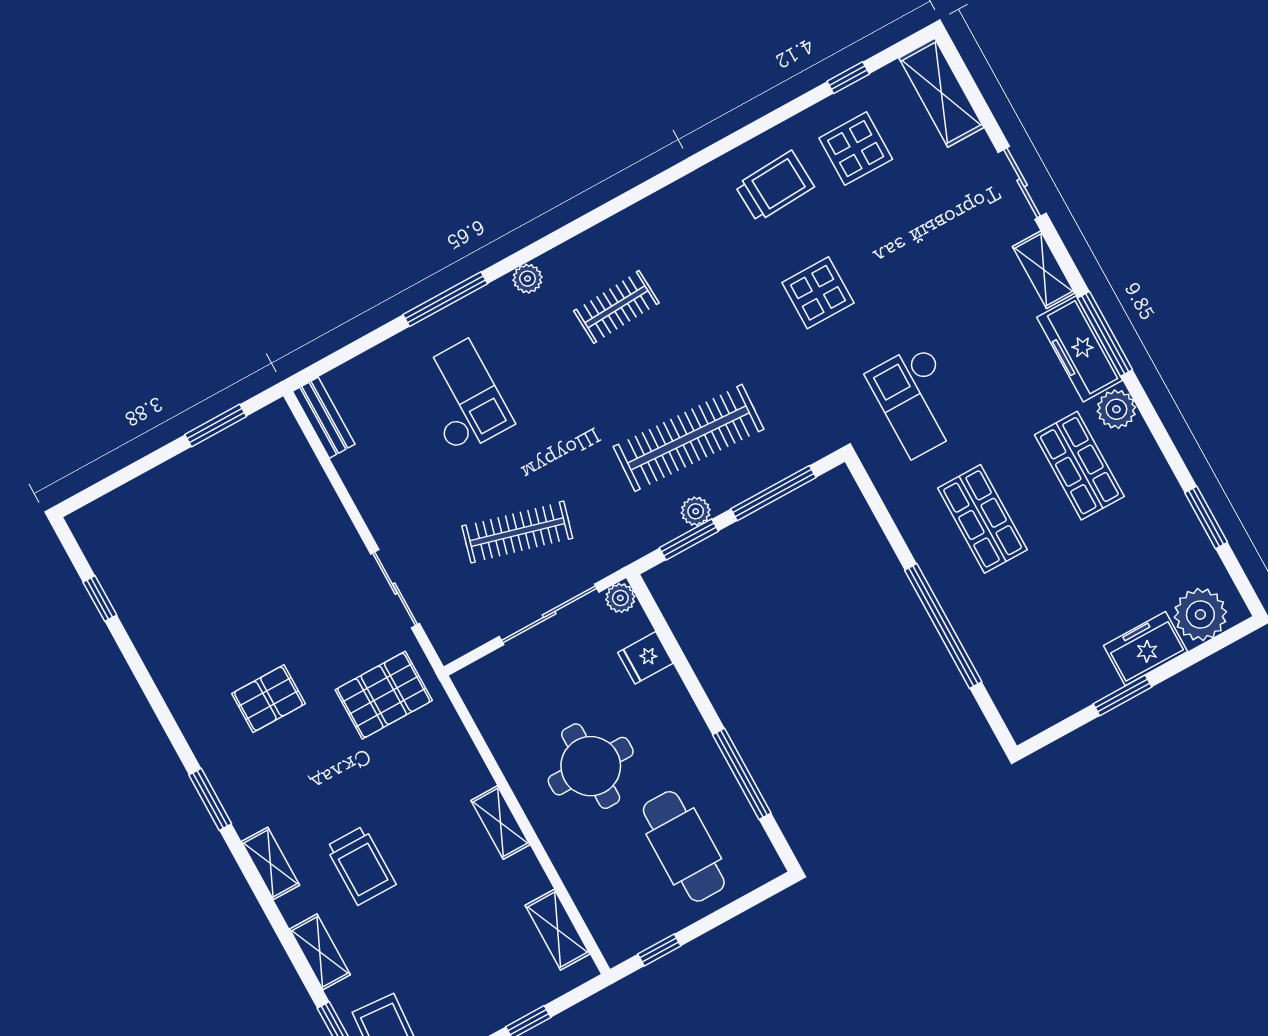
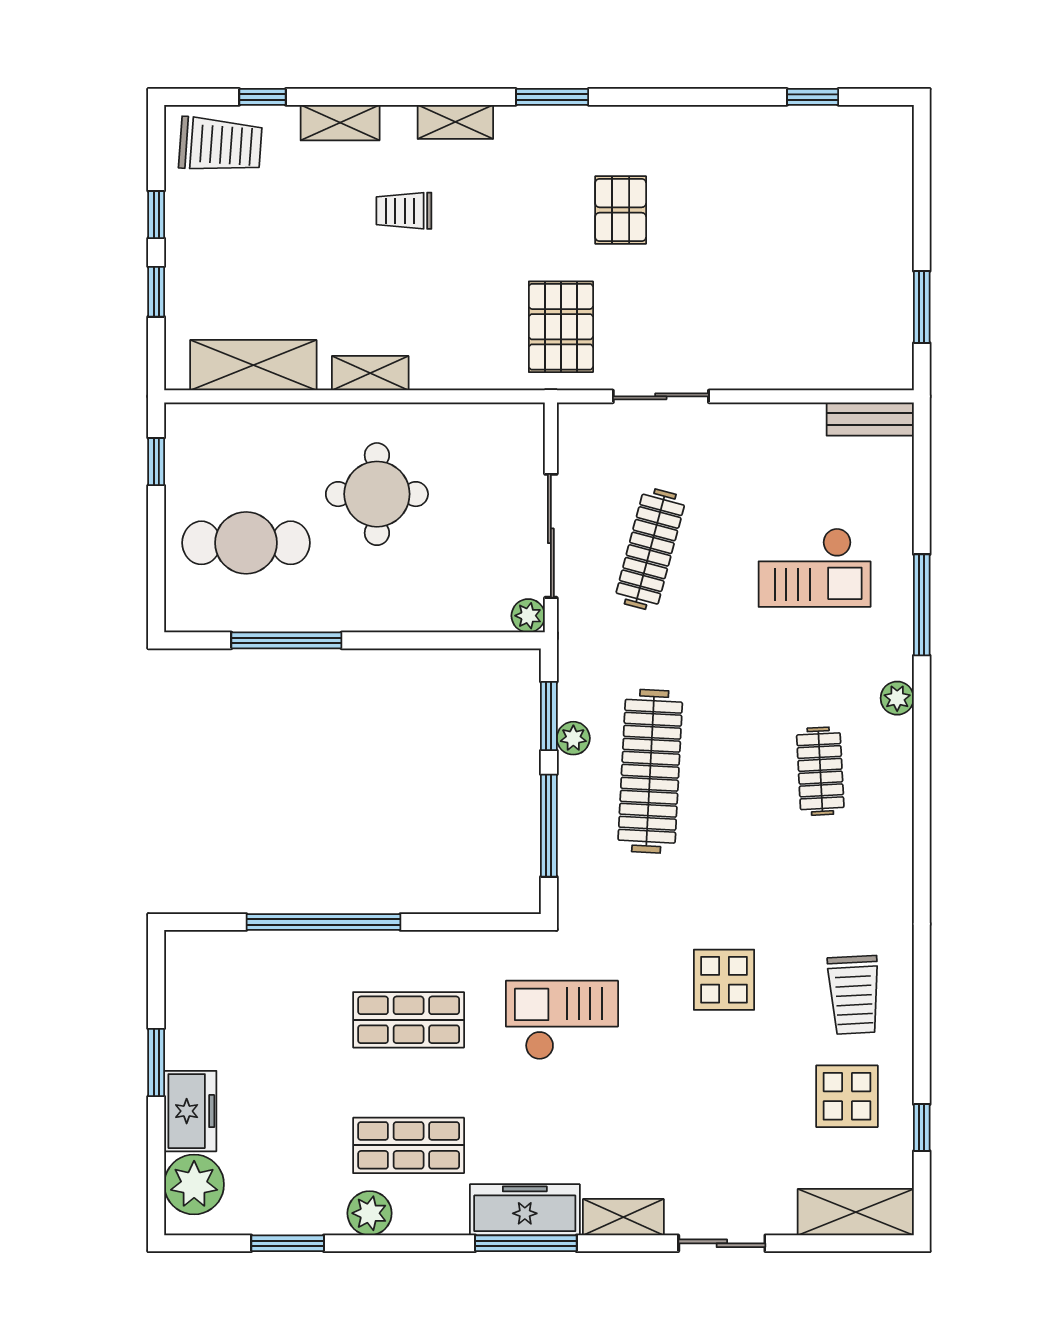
plant: (1116, 409) -> (370, 1213), moved
fridge: (645, 658) -> (455, 608), removed
trolley: (361, 865) -> (404, 211), width x0.73, depth x0.72
shelving: (558, 930) -> (253, 365), width x1.50, depth x1.33

